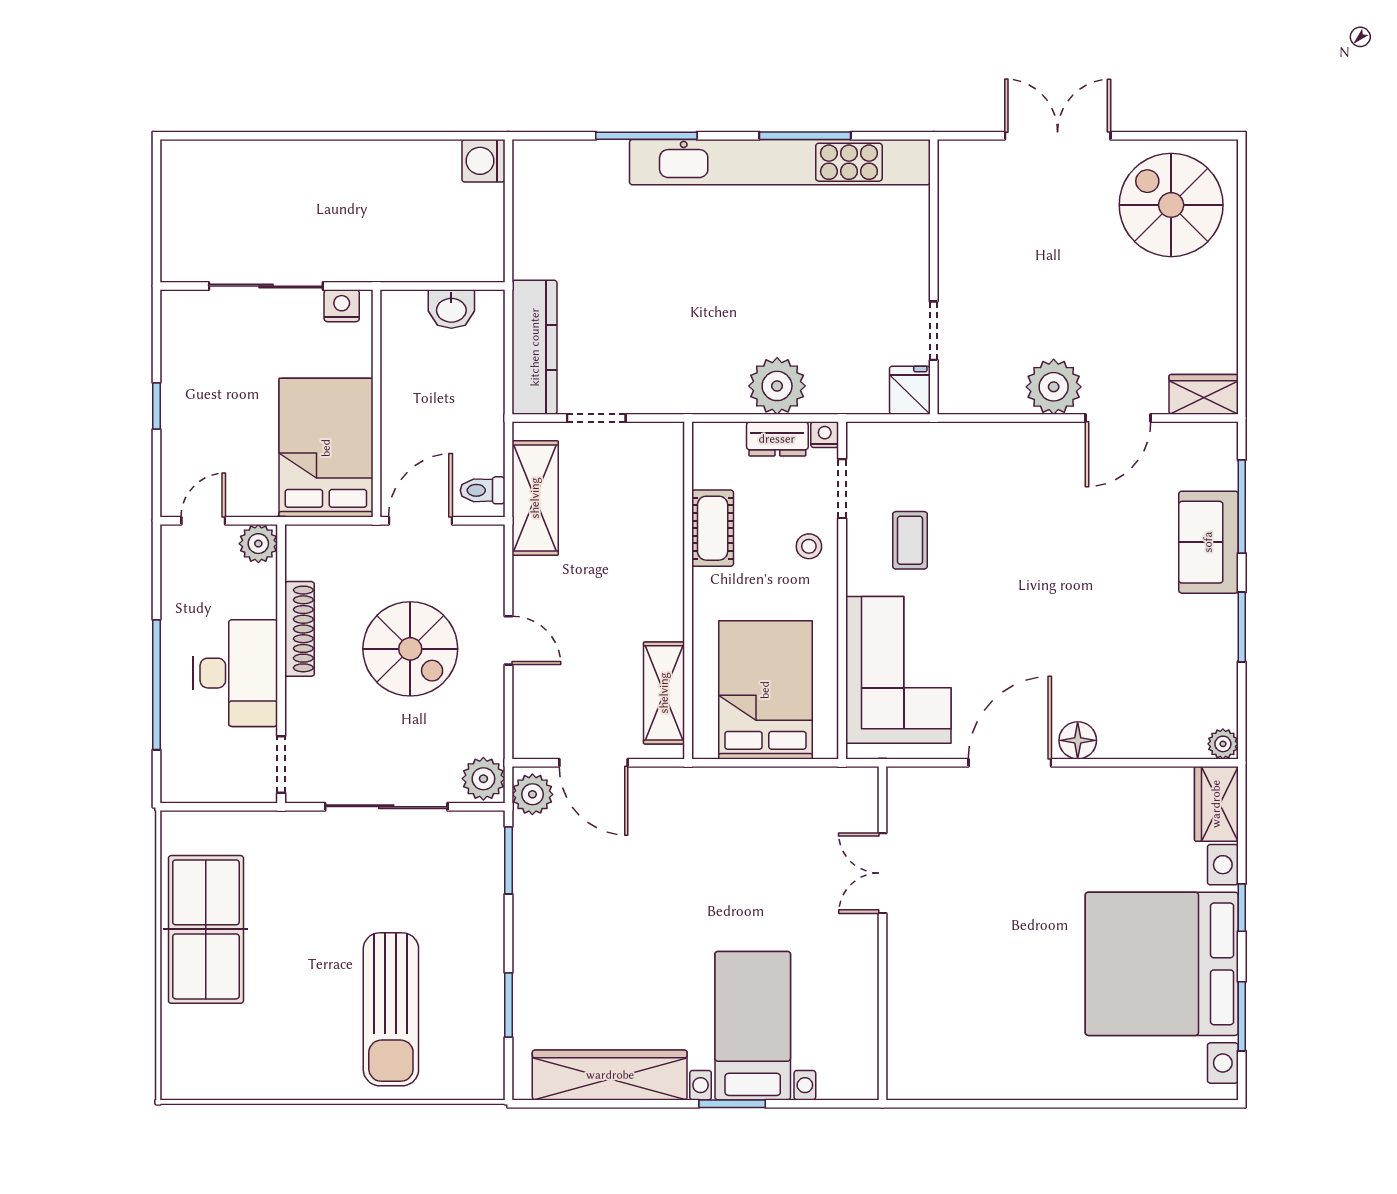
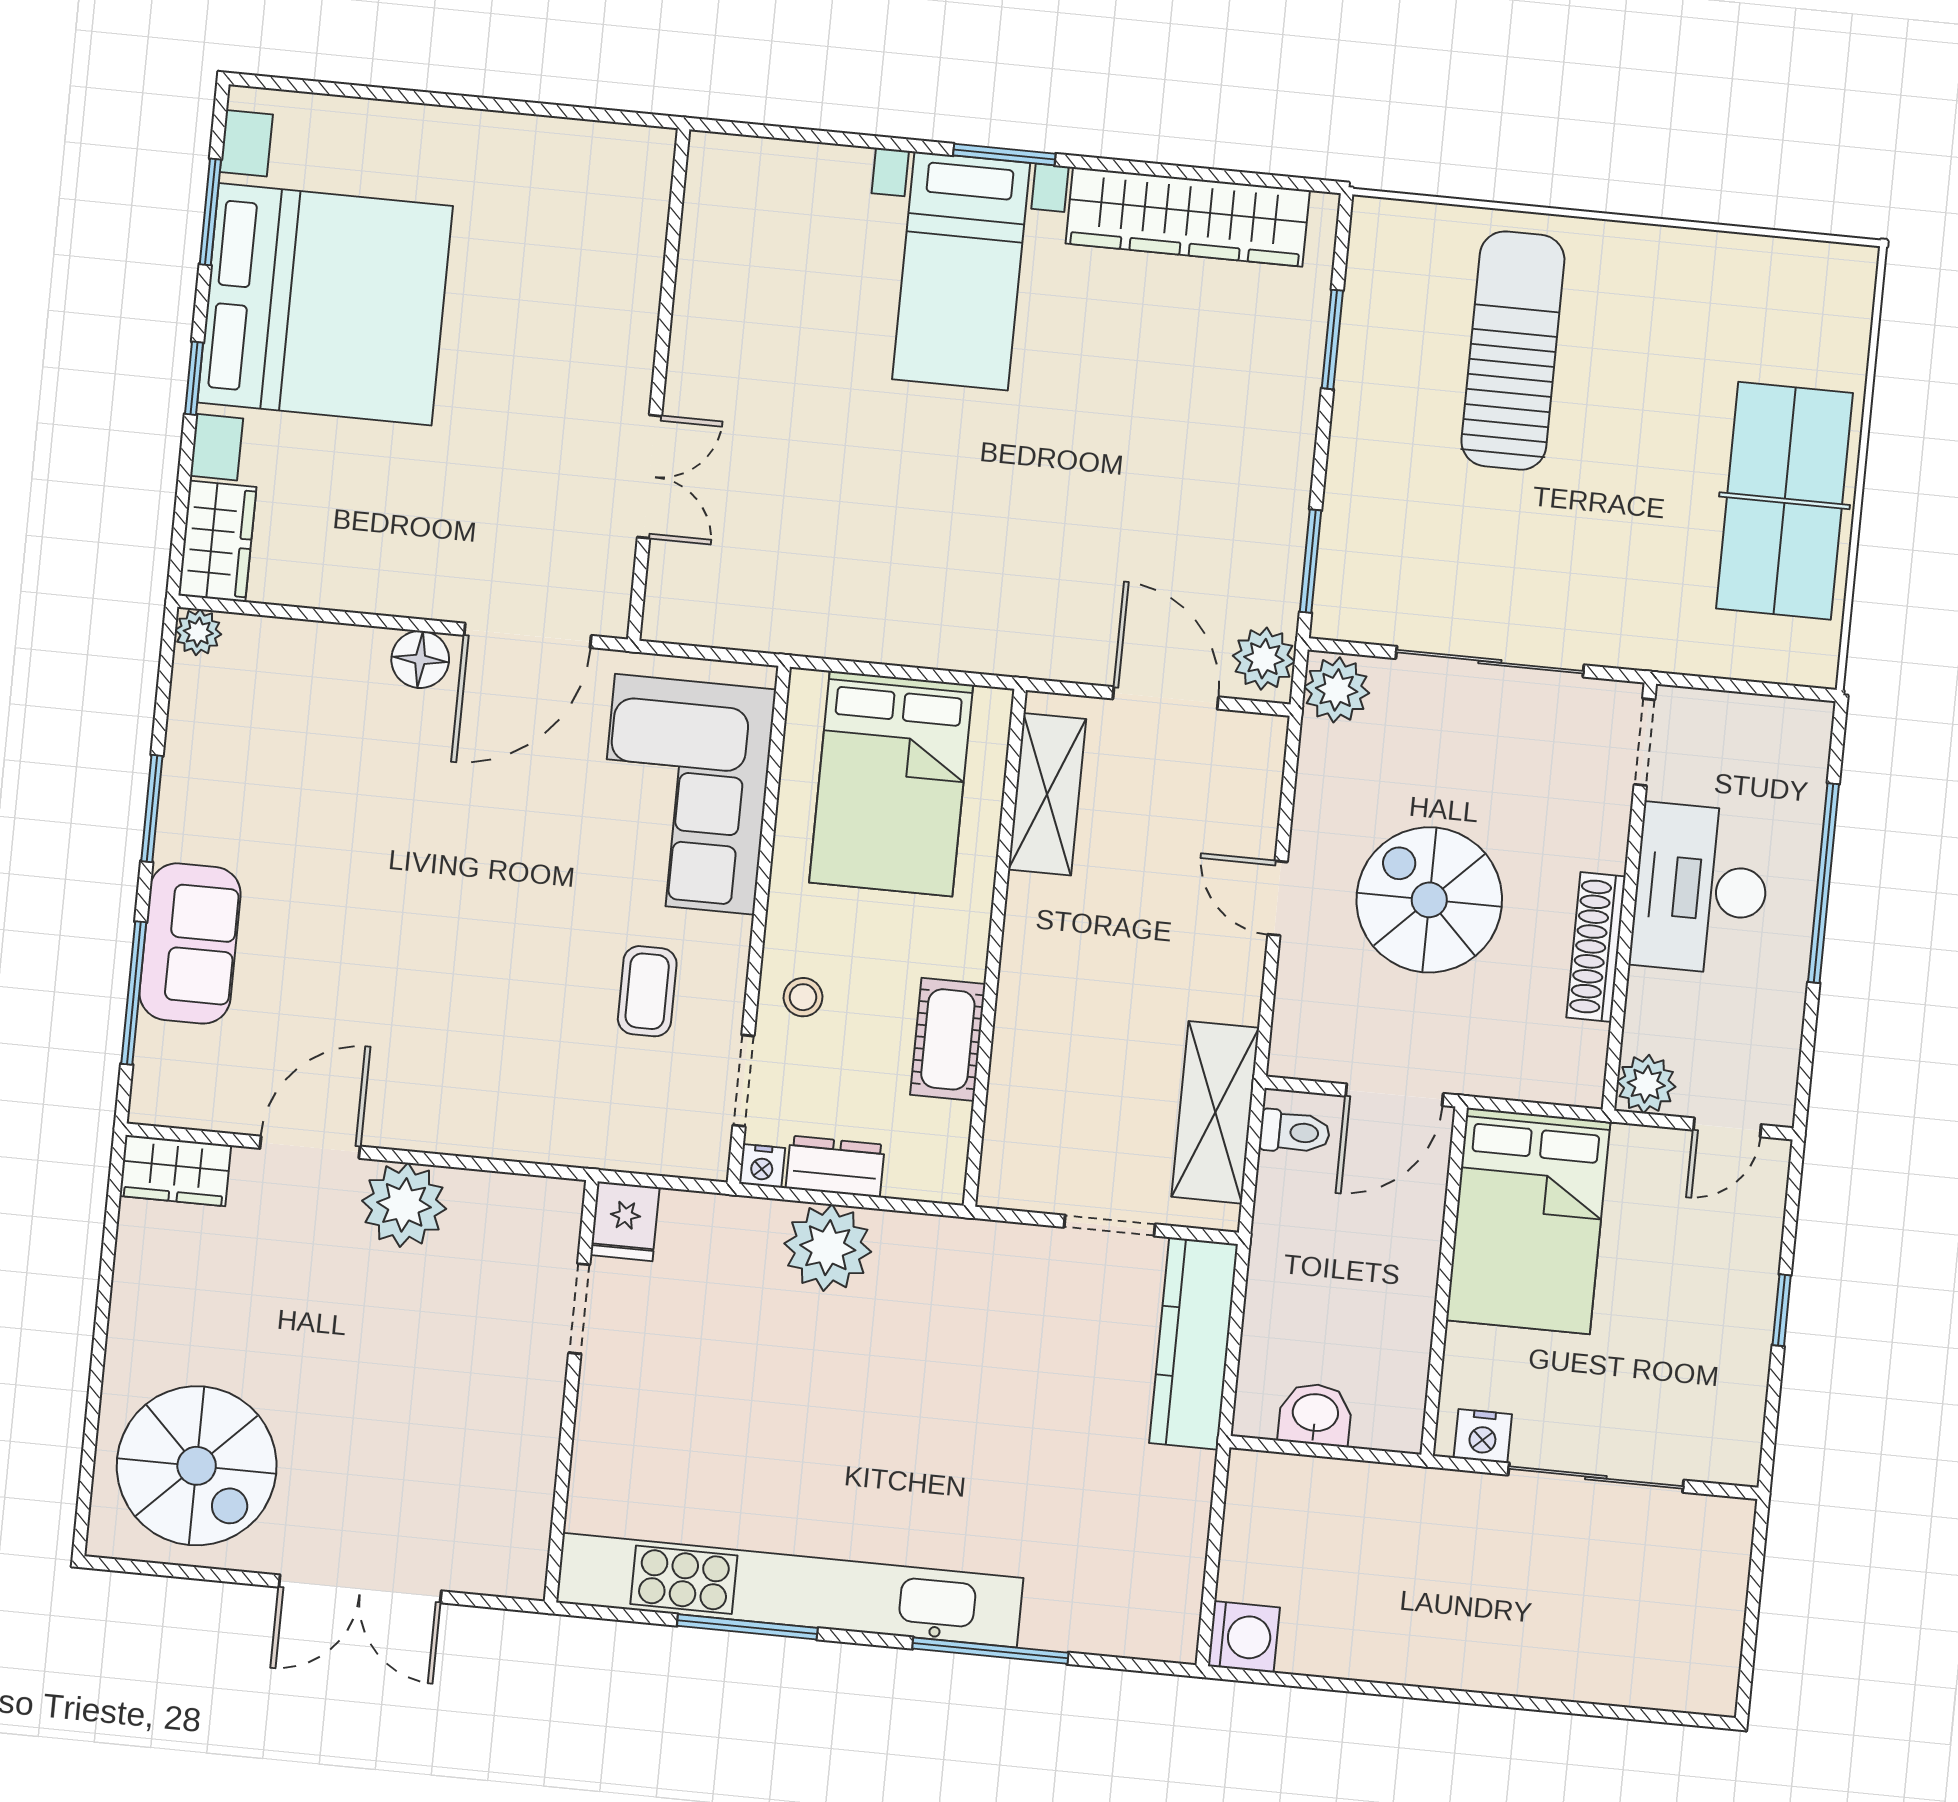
double door: (882, 873) -> (650, 477), moved
wall: (882, 933) -> (659, 384), moved

